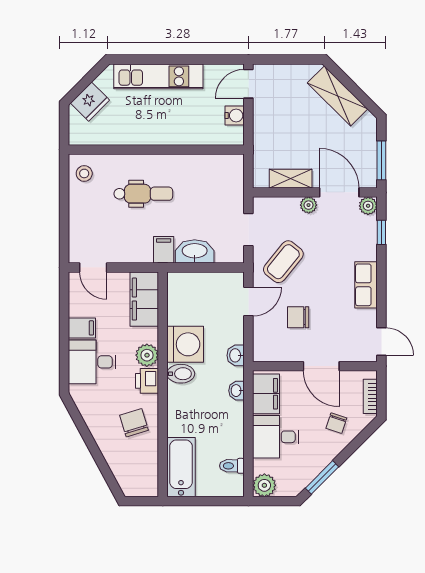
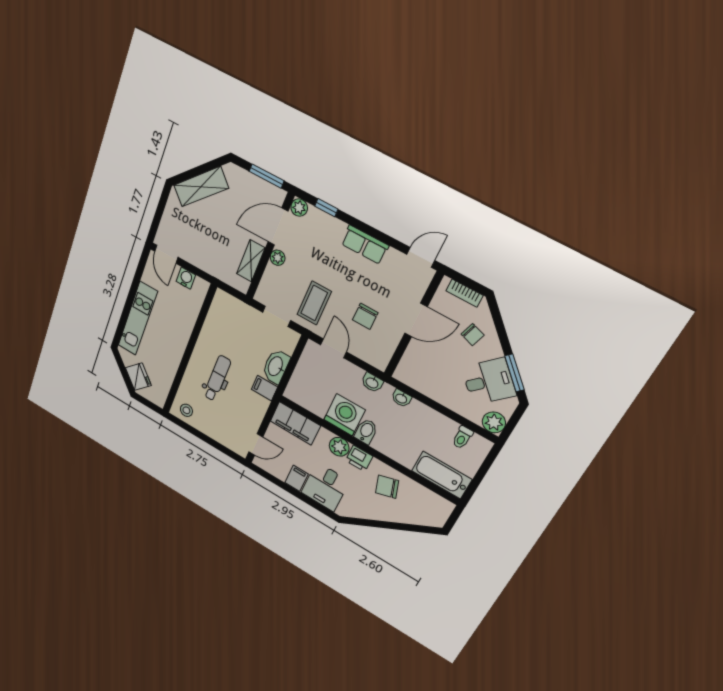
coffee table: (283, 262) -> (314, 303), turned 51
filing cabinet: (266, 394) -> (416, 377), removed
desk: (276, 437) -> (489, 381), moved, turned -135

